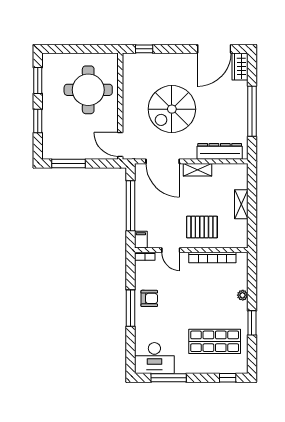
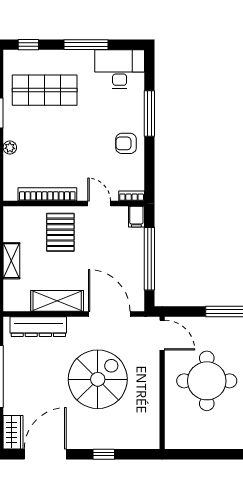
window: (144, 49) -> (104, 454), moved
round table: (88, 90) -> (207, 381), moved
shelving: (198, 170) -> (57, 301), width x1.50, depth x1.33
pallet: (202, 227) -> (60, 232), turned 90
window: (130, 308) -> (149, 114), moved
window: (169, 378) -> (86, 45), moved

